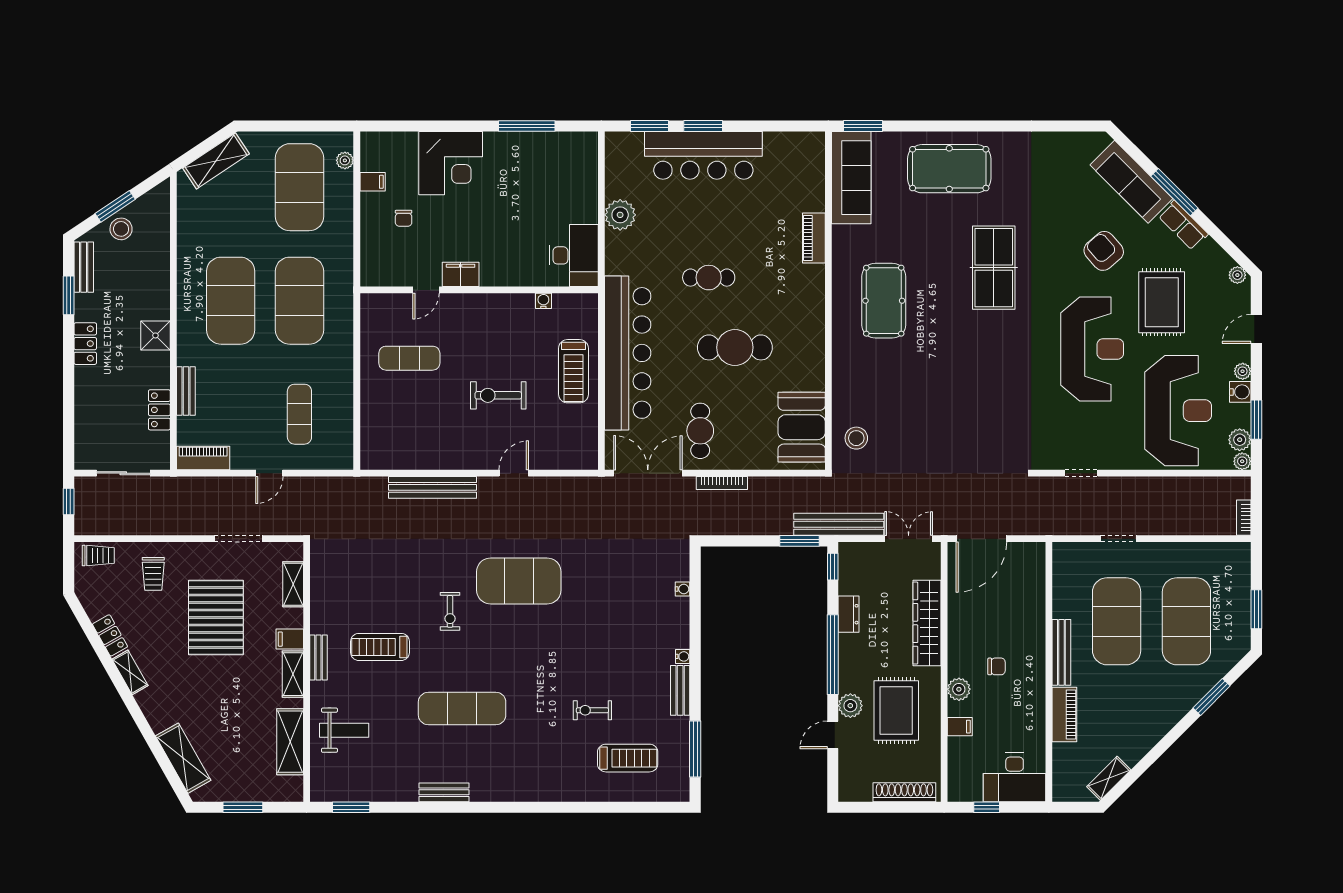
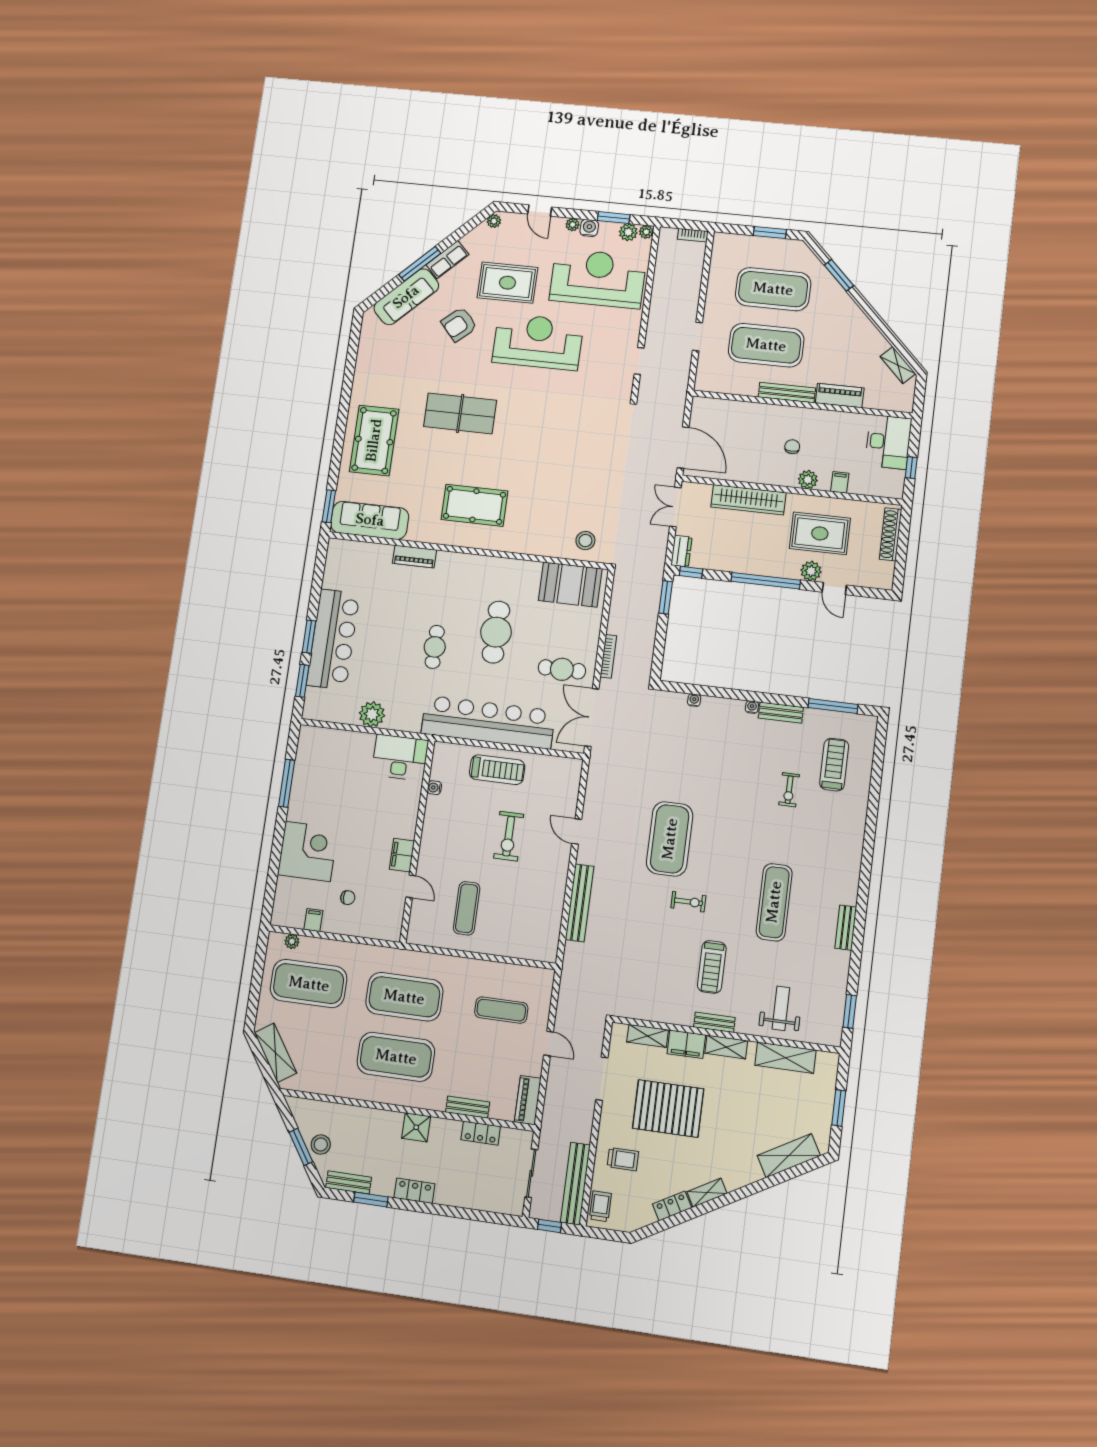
bench: (839, 524) -> (575, 1184), moved
dresser: (849, 614) -> (681, 551), moved, turned 90
filing cabinet: (290, 639) -> (686, 1044), width x2.00

